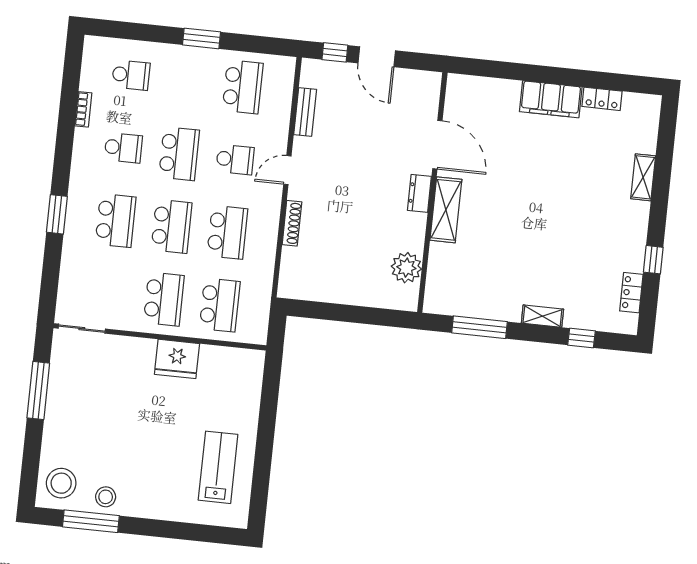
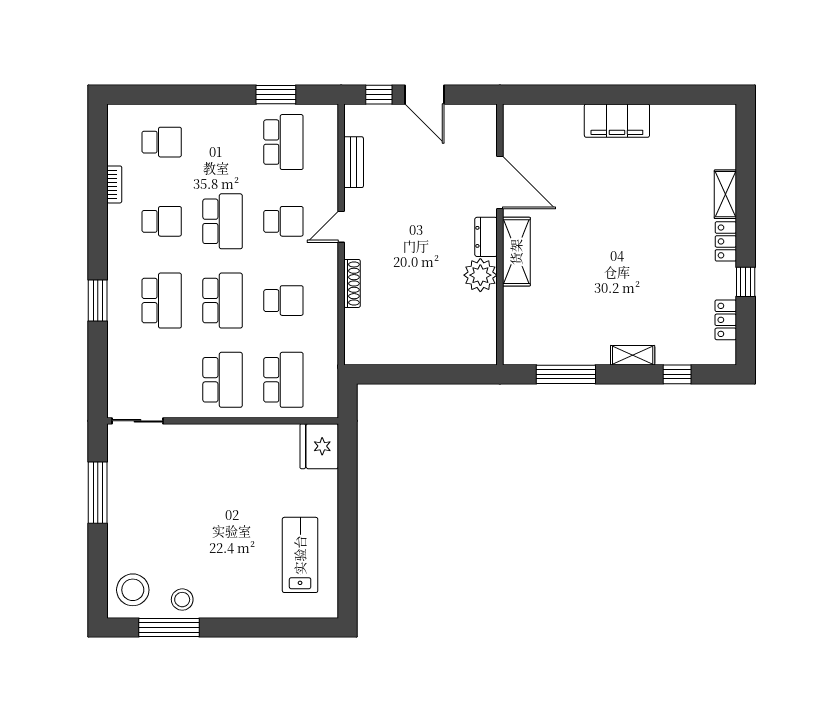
window: (201, 38) -> (276, 95), moved
locker: (602, 99) -> (726, 241), moved, turned 90
school desk: (227, 232) -> (283, 301), width x0.54
plant: (406, 268) -> (480, 275), moved
fridge: (177, 359) -> (319, 446), moved, turned 90

